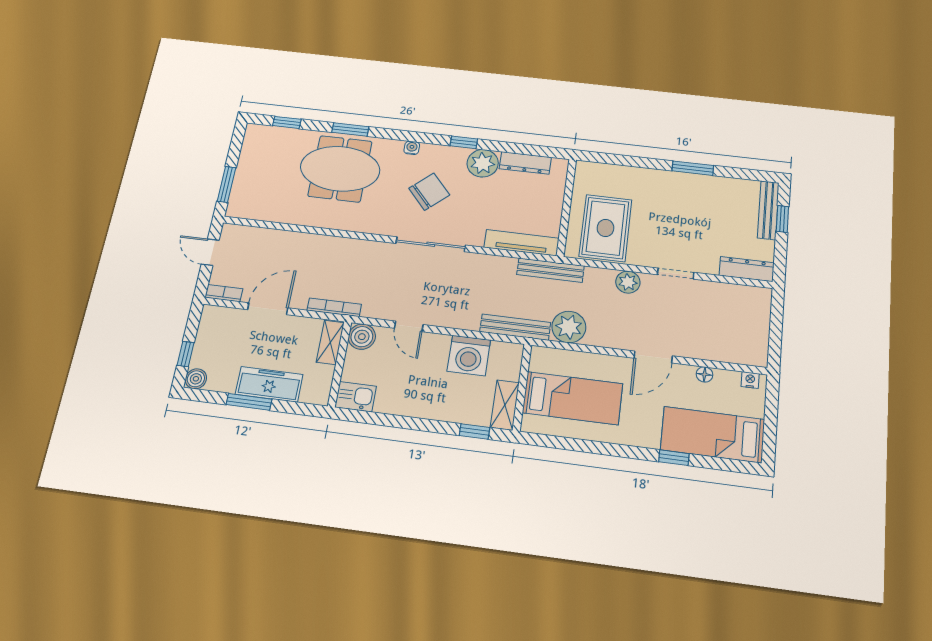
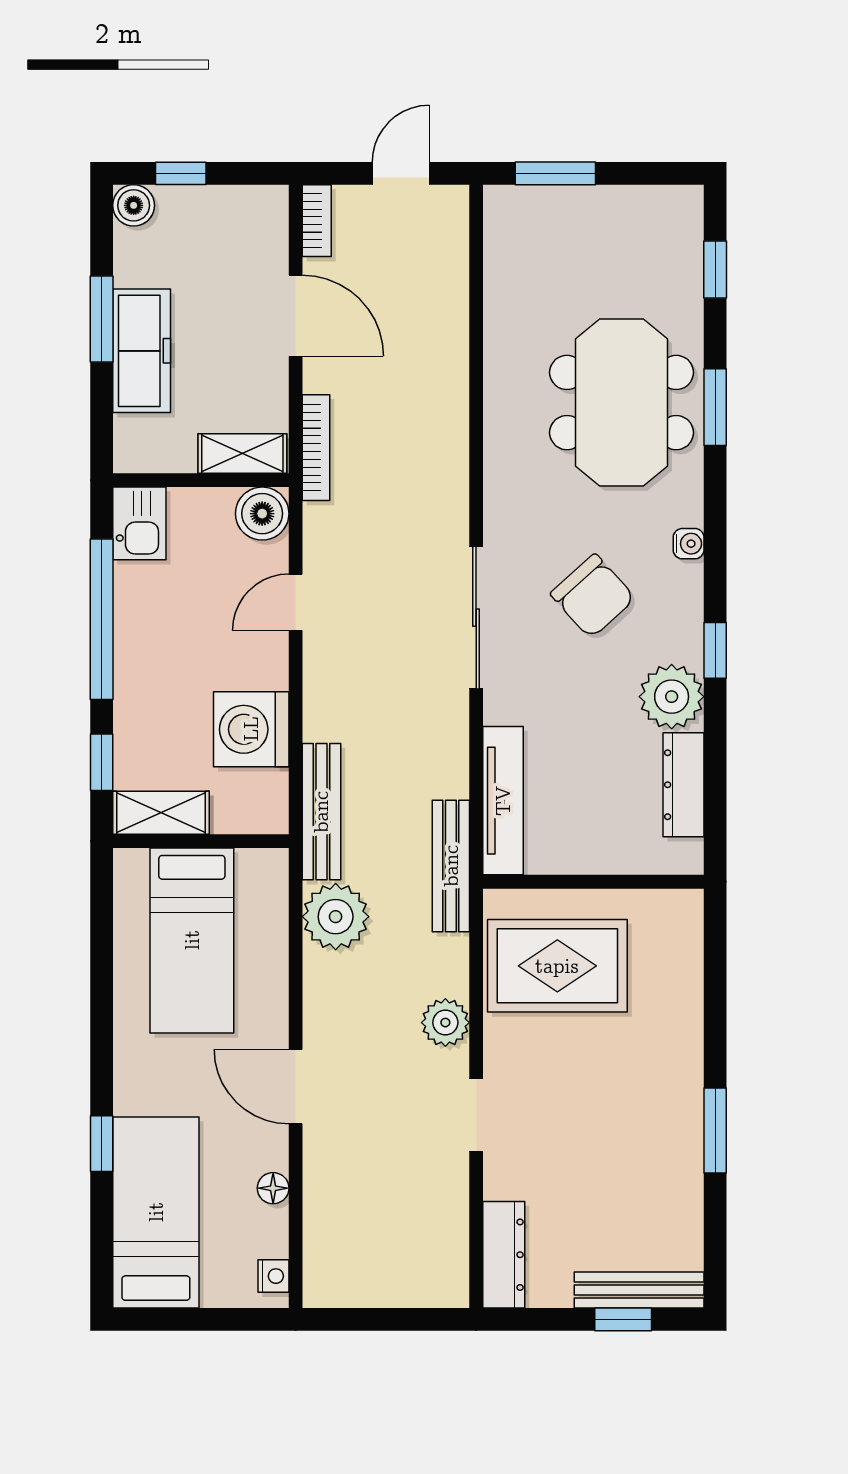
window: (401, 422) -> (102, 619), added

